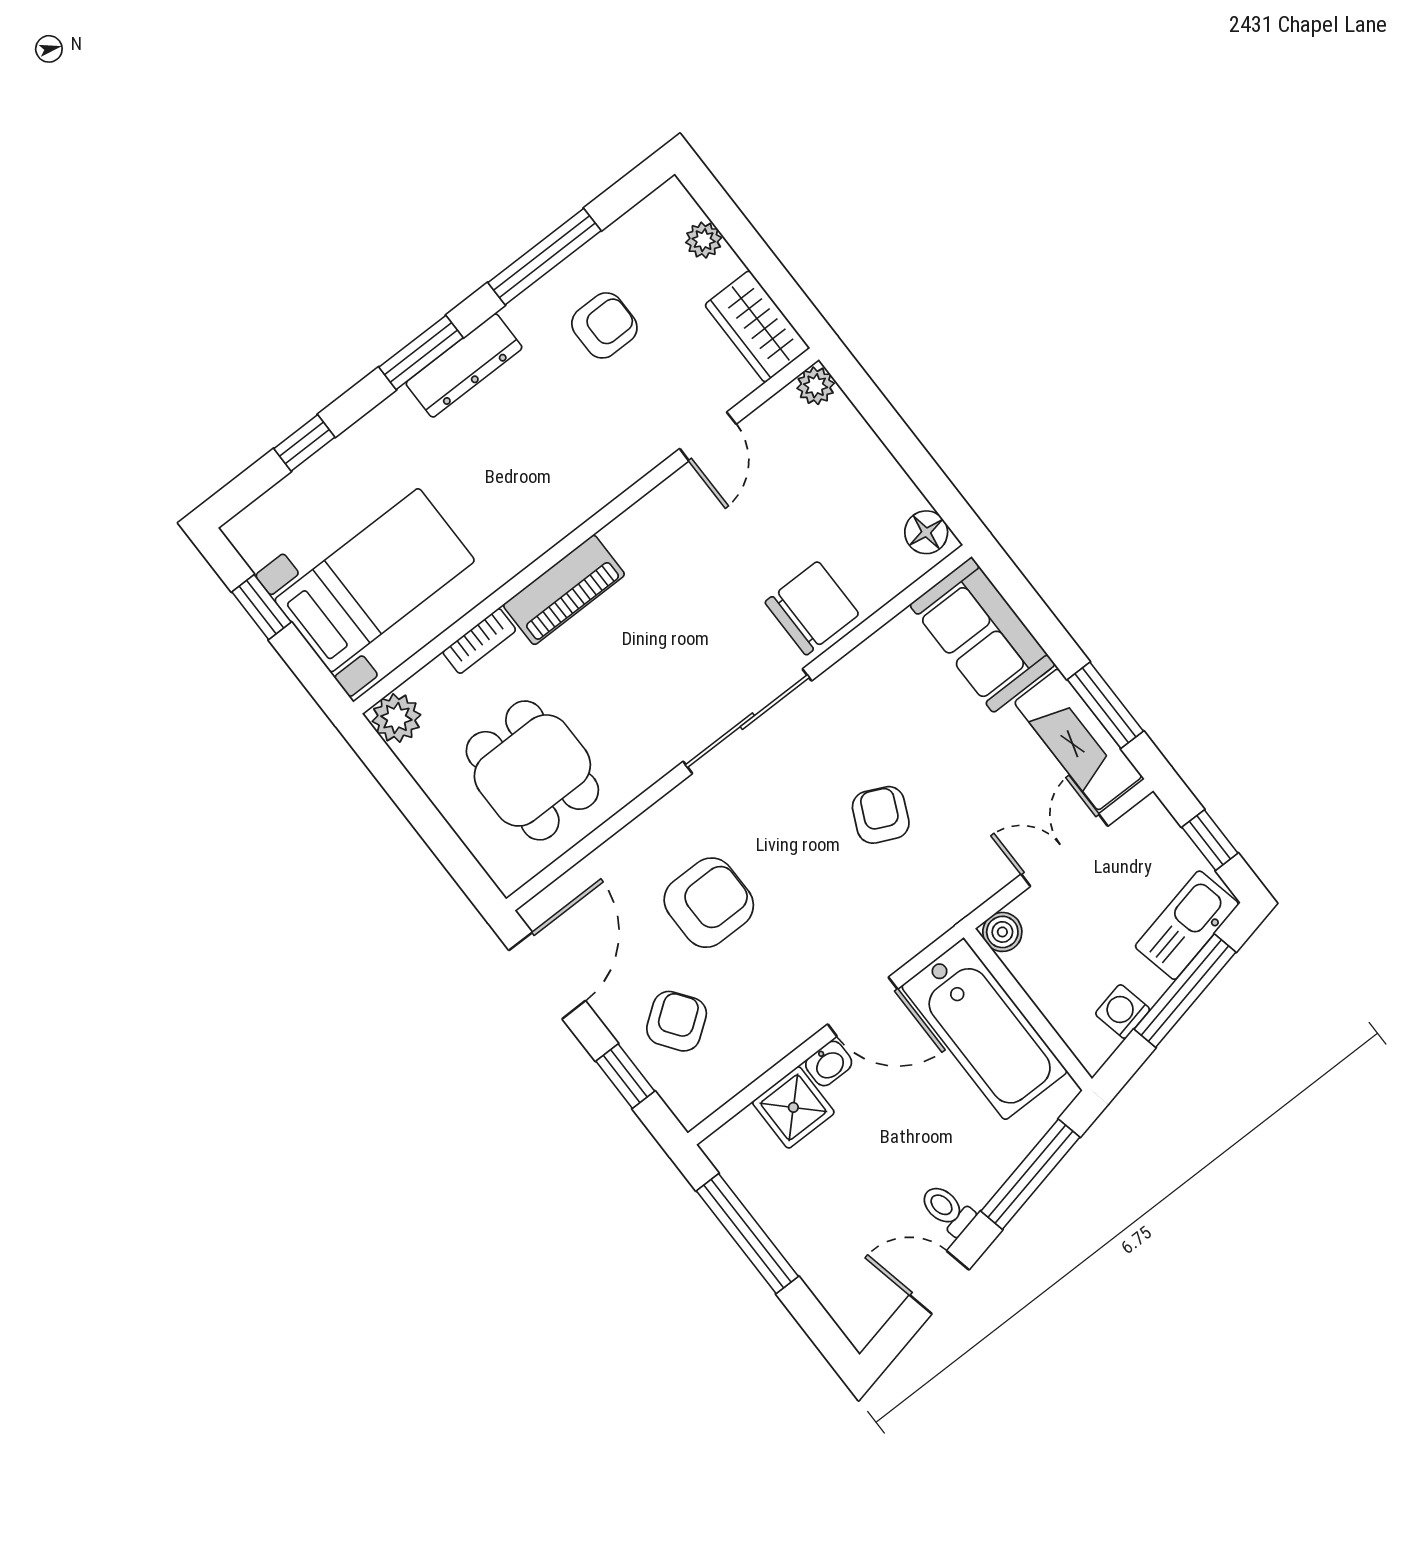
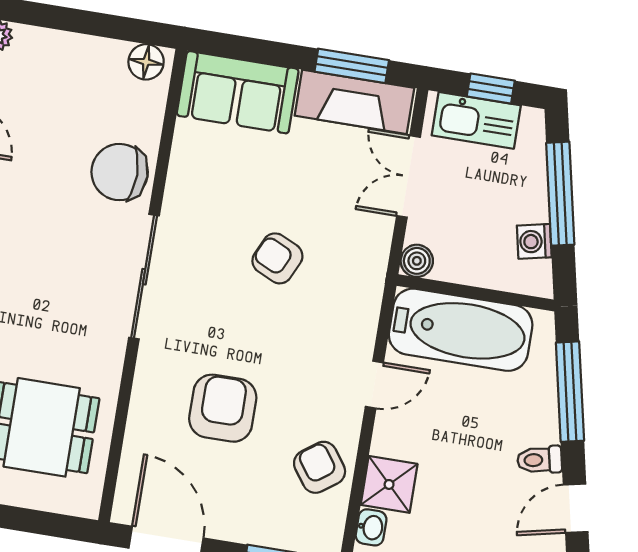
chair: (812, 608) -> (120, 172), turned -90
kitchen sink: (1187, 925) -> (476, 120), moved, turned -78
door: (863, 1007) -> (374, 385), width x0.73
armchair: (677, 1021) -> (320, 467), moved
washbasin: (829, 1063) -> (371, 527), moved

